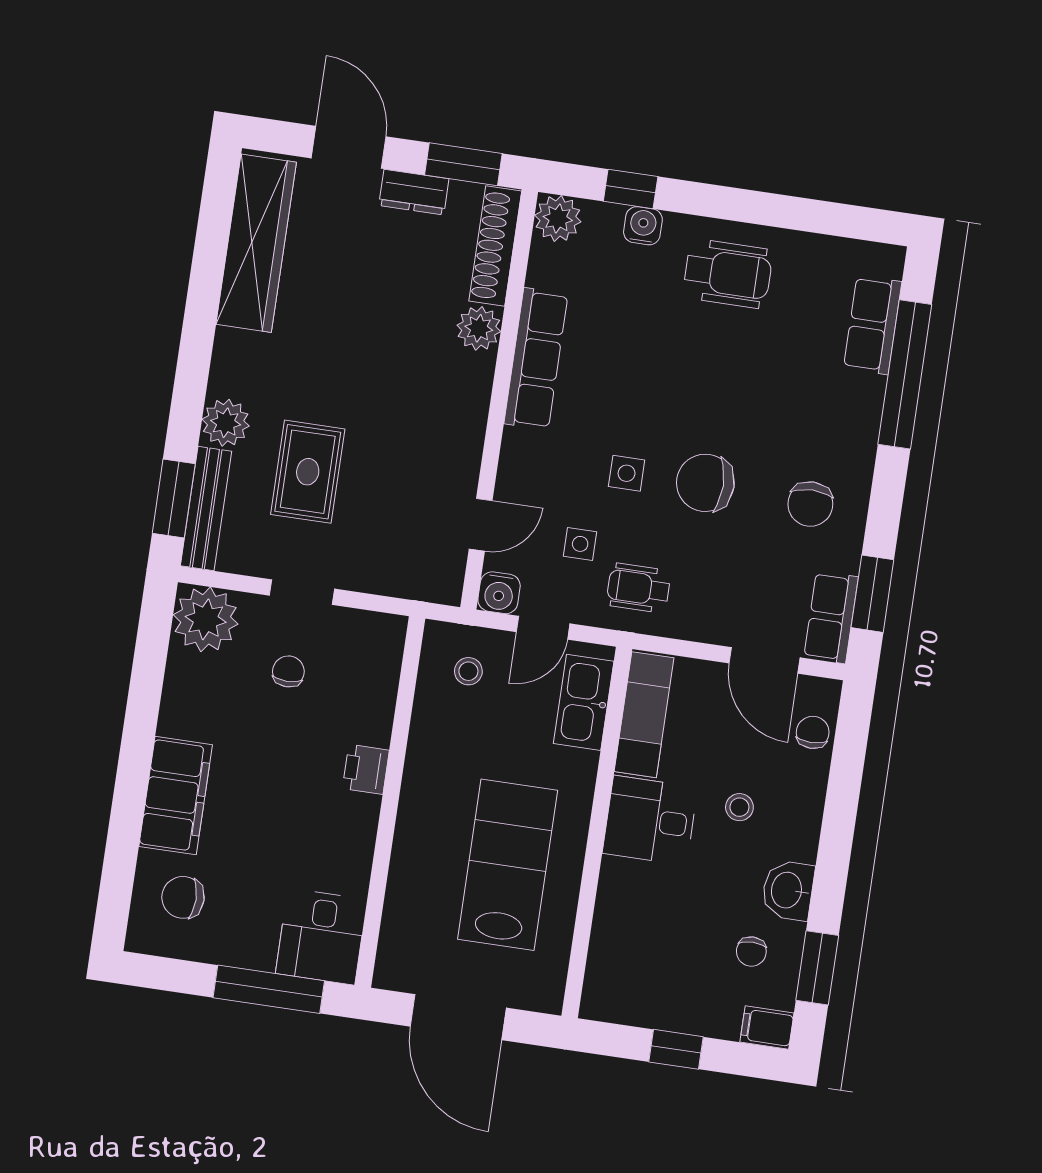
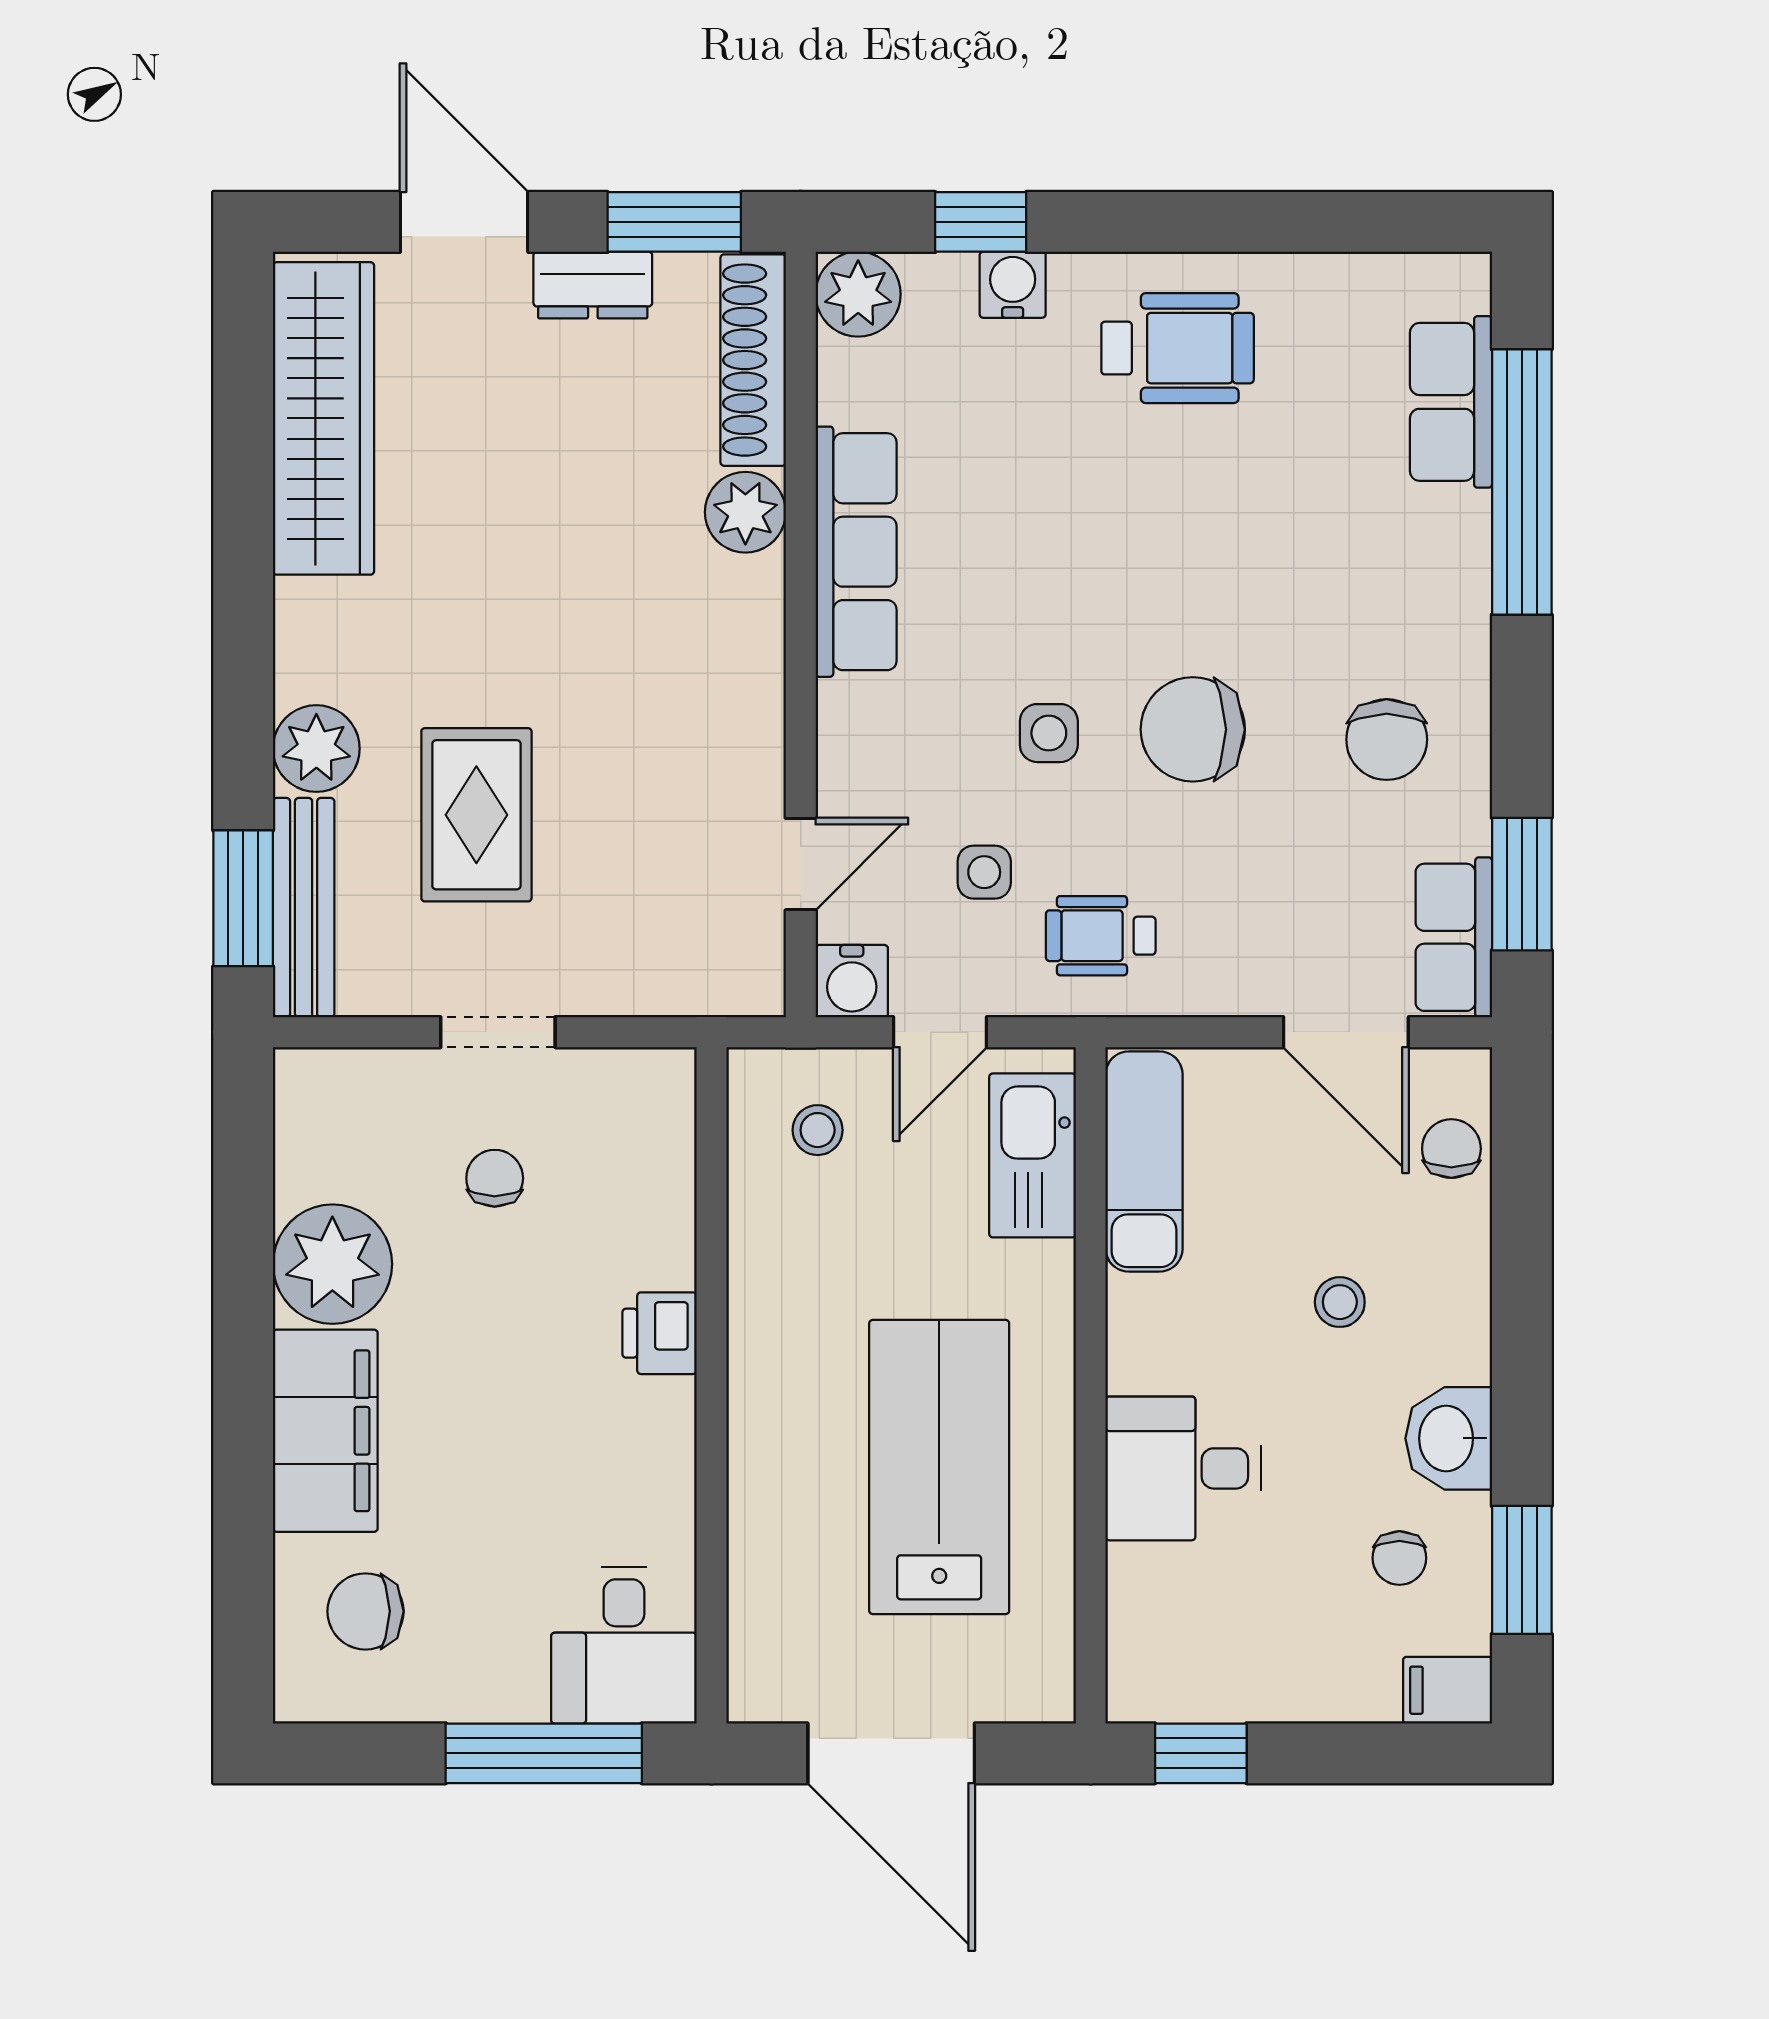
plant: (206, 619) -> (332, 1264), moved
desk: (650, 820) -> (1183, 1468), moved
window: (676, 1049) -> (1201, 1753), moved

